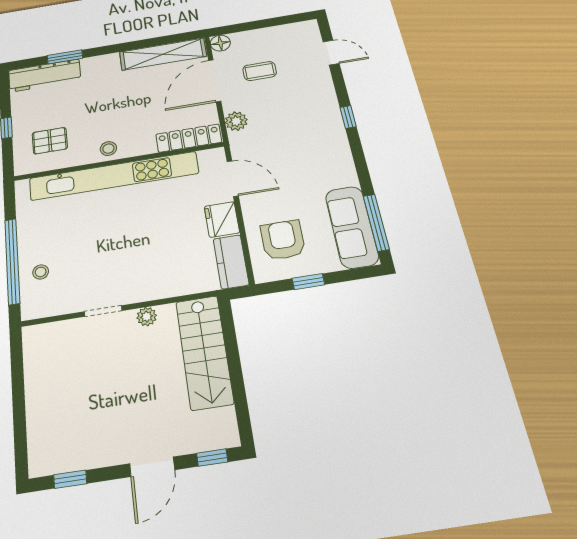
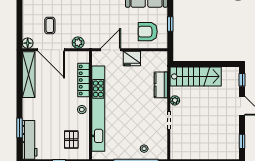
locker: (189, 138) -> (83, 80), moved
kitchen counter: (231, 262) -> (161, 85), moved, turned 90

